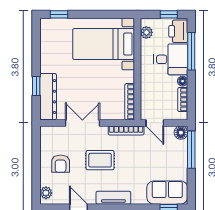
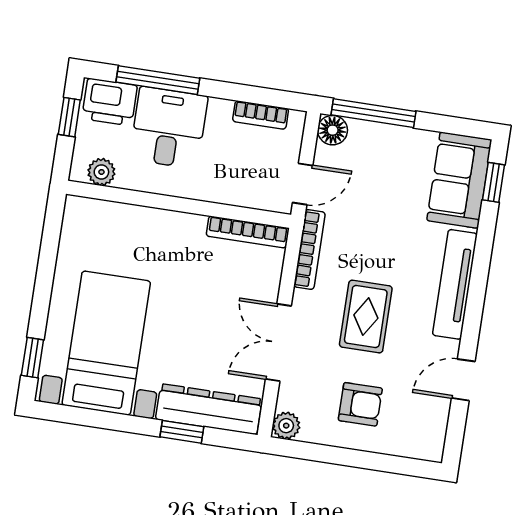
bed with nightstands: (104, 44) -> (106, 343), moved, turned 180
floor lamp: (183, 81) -> (220, 109), removed
plant: (46, 193) -> (286, 426), moved
tv unit: (113, 198) -> (455, 284), width x1.41

